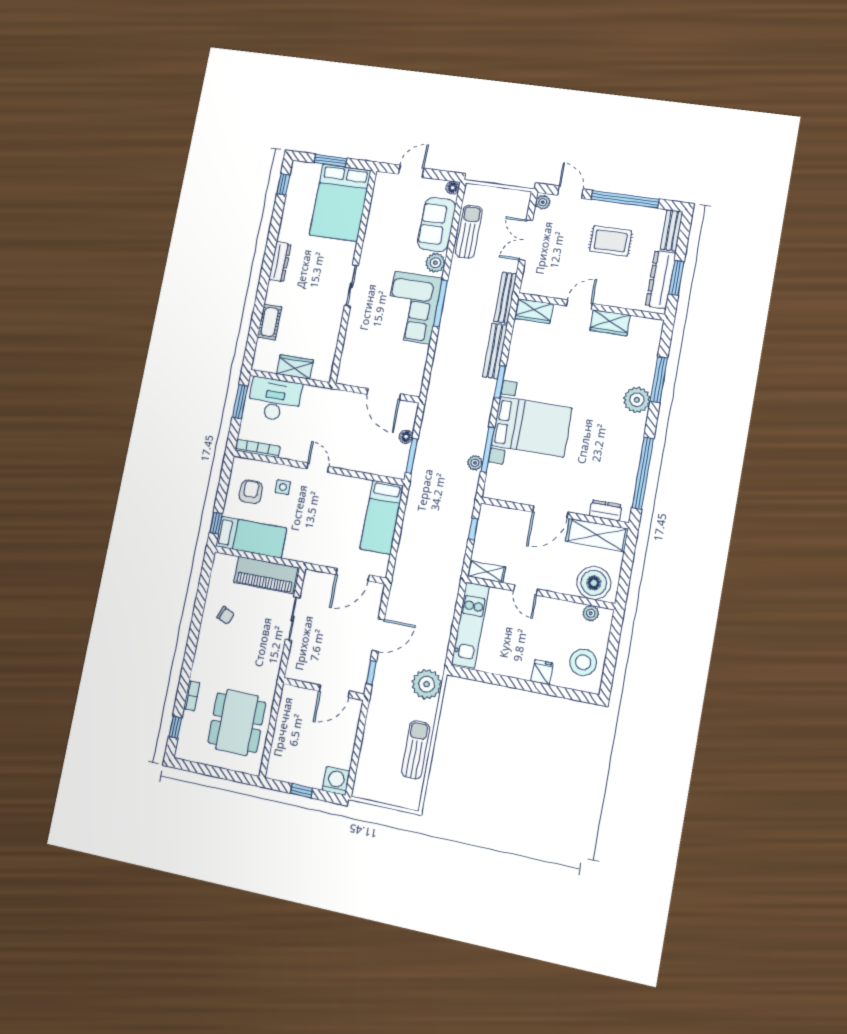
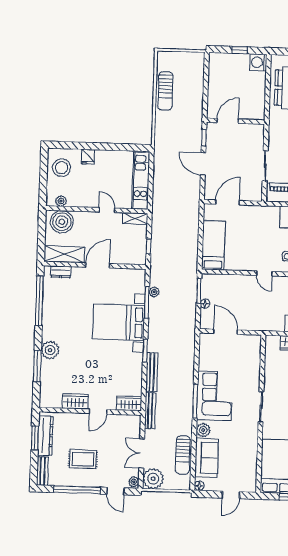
double door: (526, 240) -> (142, 453), swing flipped
door: (378, 635) -> (203, 164), hinge flipped
plant: (427, 684) -> (153, 479), moved
washing machine: (336, 781) -> (258, 62), moved, turned 90

